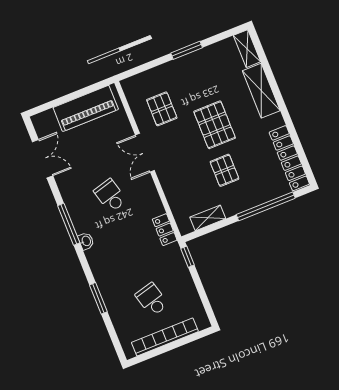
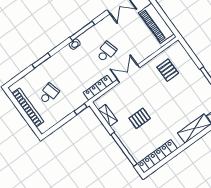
pallet: (162, 109) -> (168, 70), turned 90
pallet: (215, 125) -> (166, 105), removed
double door: (145, 153) -> (128, 74), moved
locker: (165, 230) -> (98, 88), width x1.53

